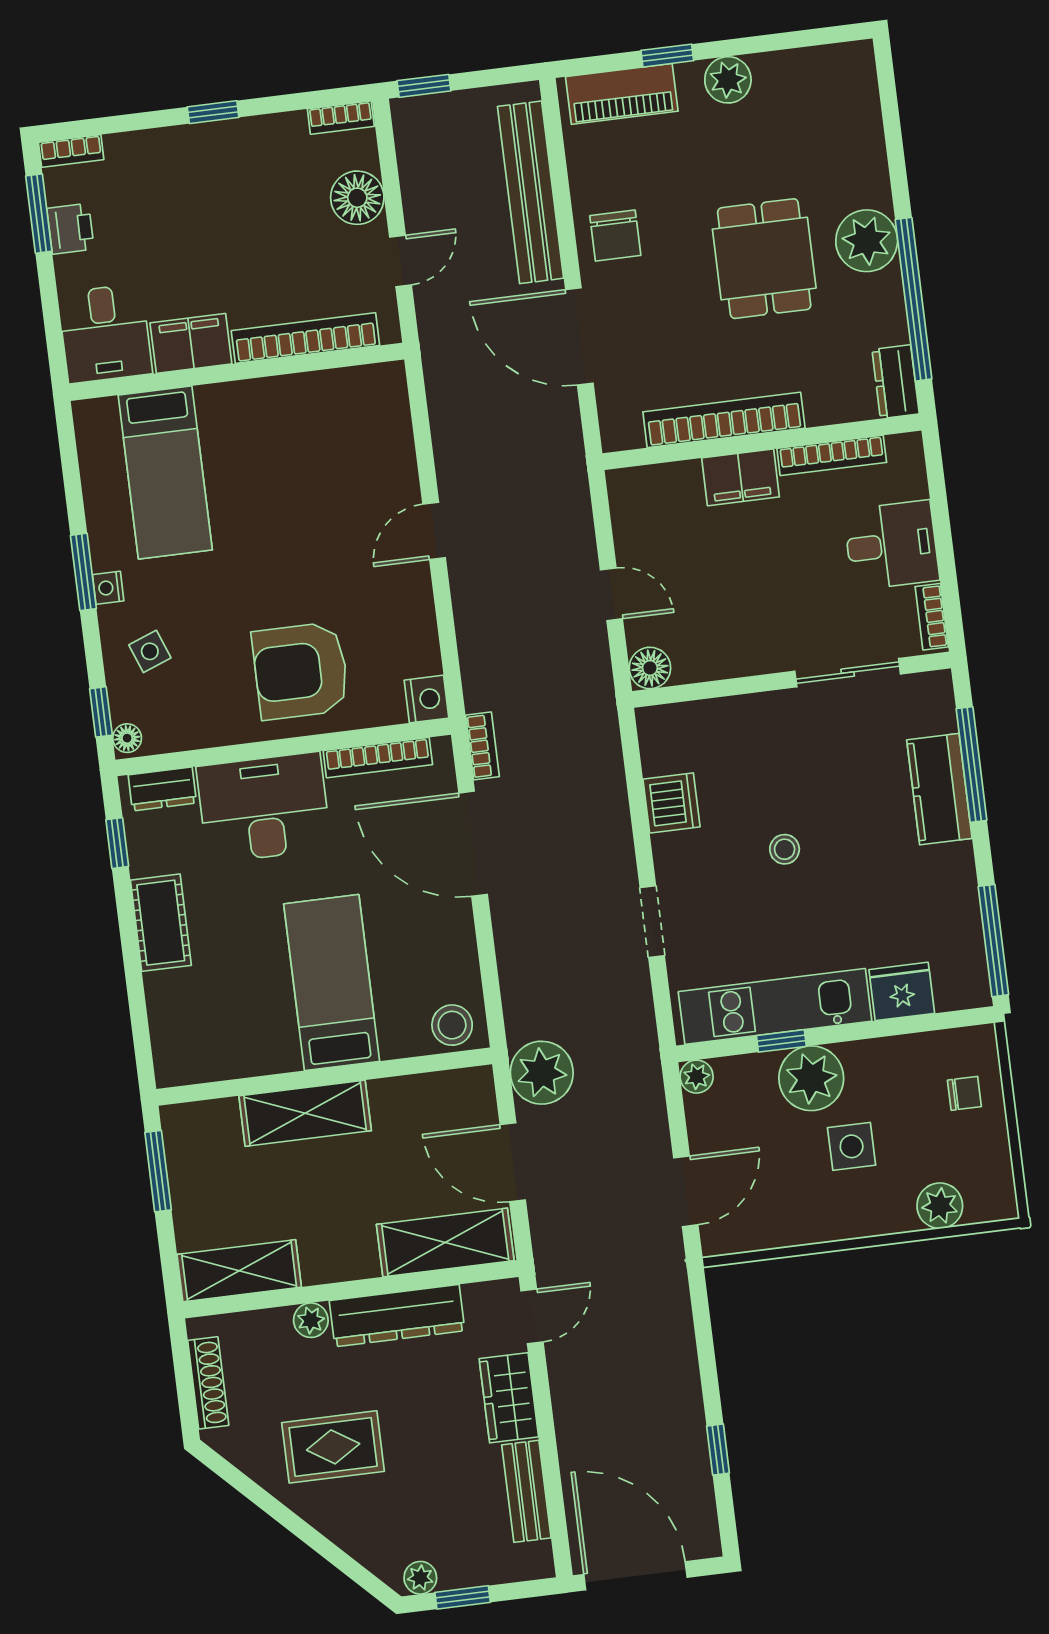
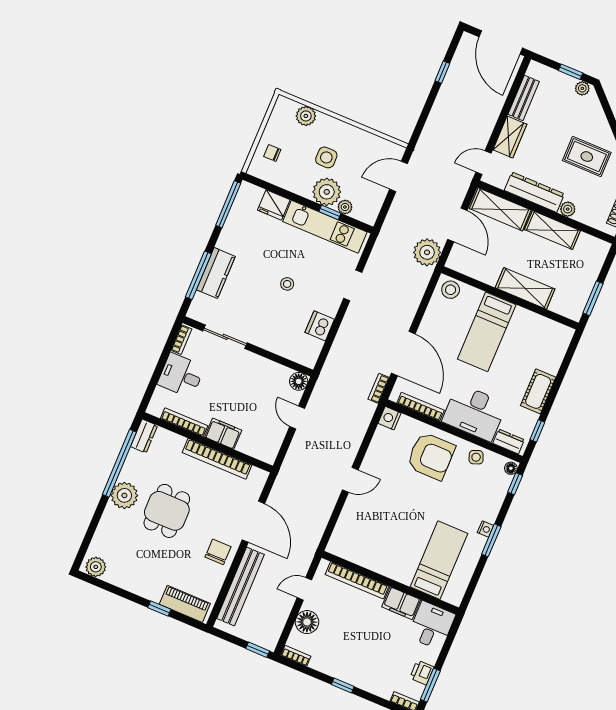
plant: (728, 80) -> (96, 567), moved
side table: (150, 651) -> (476, 457), moved
plant: (697, 1077) -> (345, 207), moved
shelving: (239, 1271) -> (552, 230), moved

